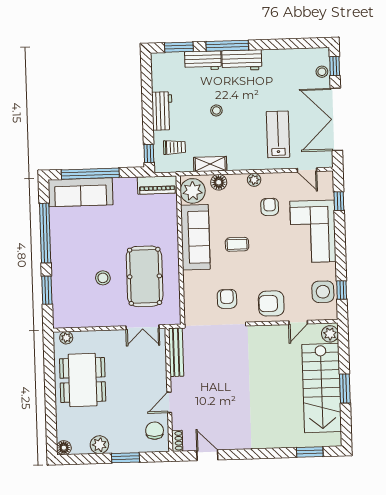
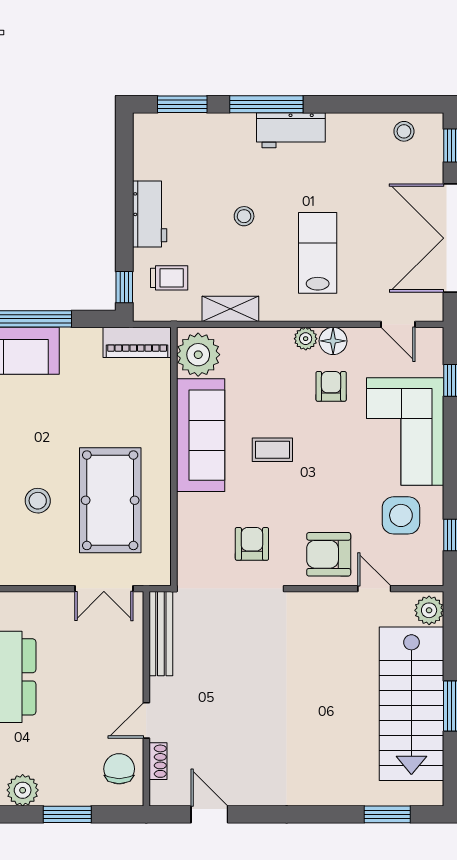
workbench: (203, 61) -> (223, 129), removed
stool: (322, 72) -> (404, 131), moved
lab bench: (278, 134) -> (318, 253), moved
floor lamp: (219, 182) -> (333, 341), moved
side table: (323, 292) -> (401, 515), moved
door: (298, 322) -> (374, 589), swing flipped
shoe rack: (177, 441) -> (158, 761), moved

